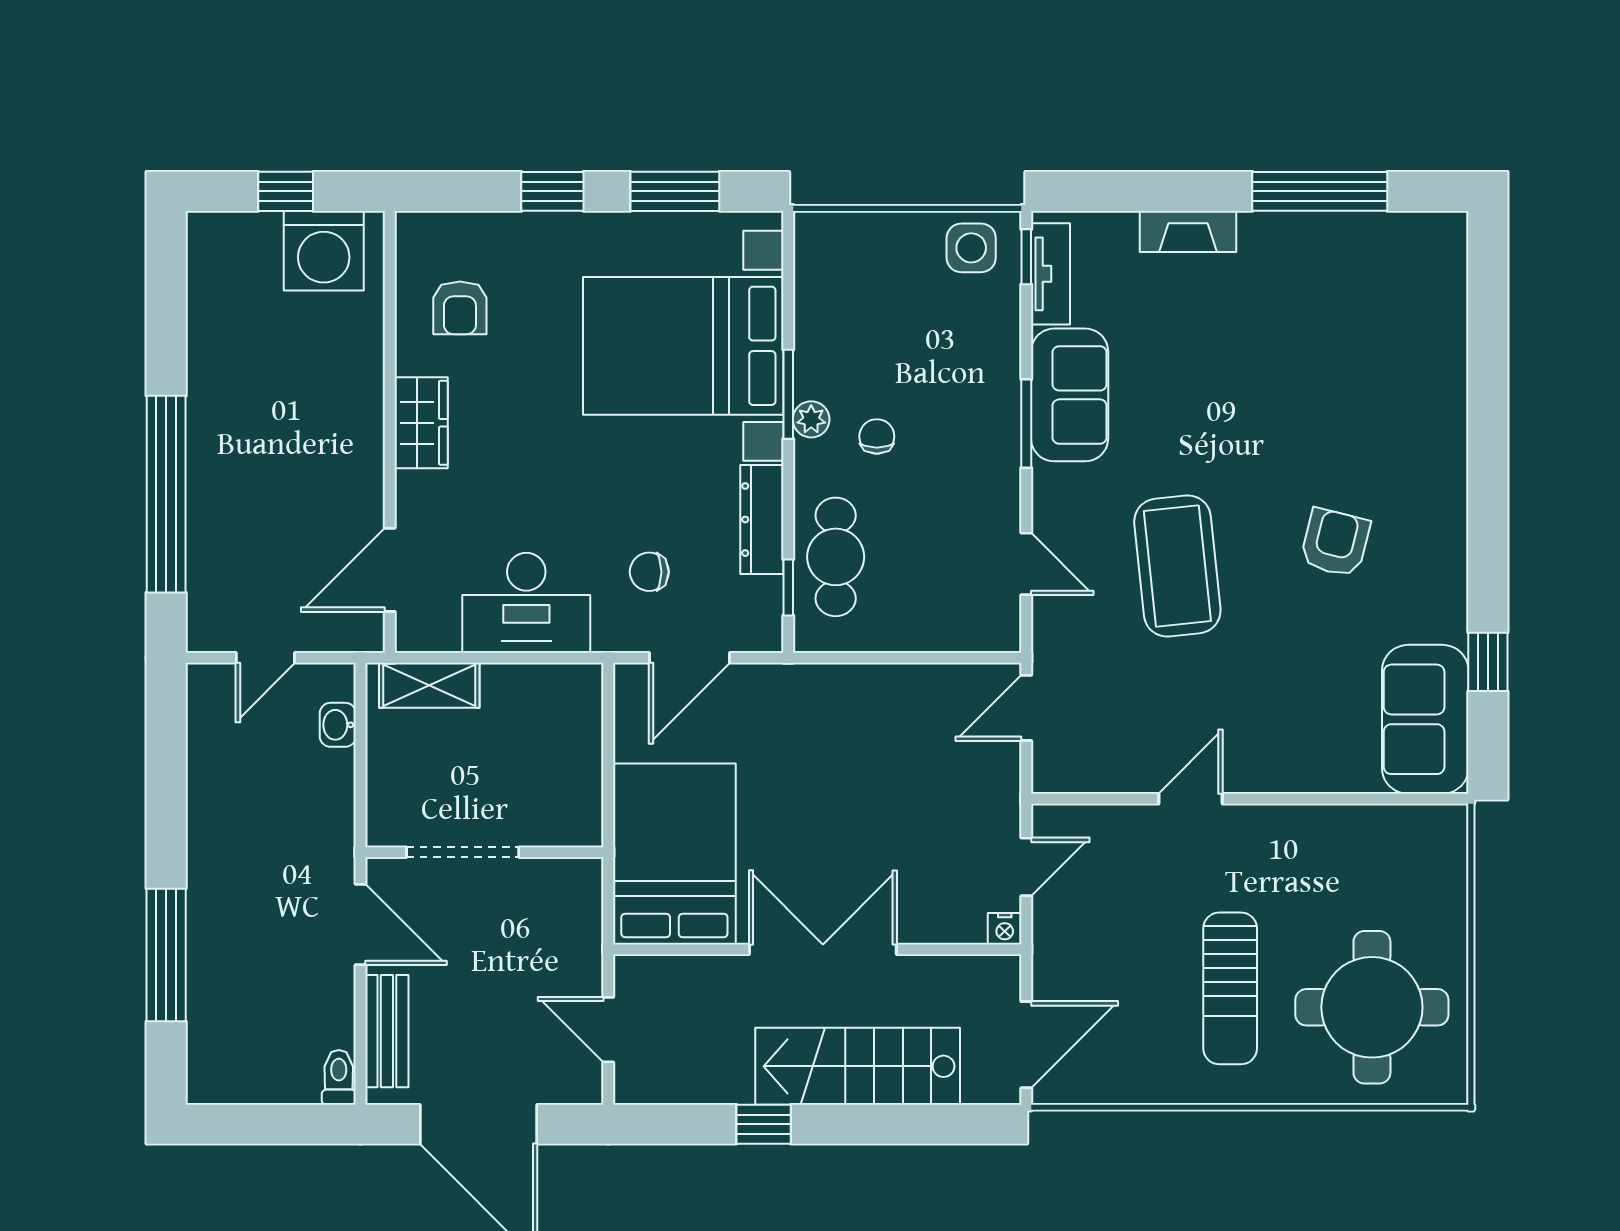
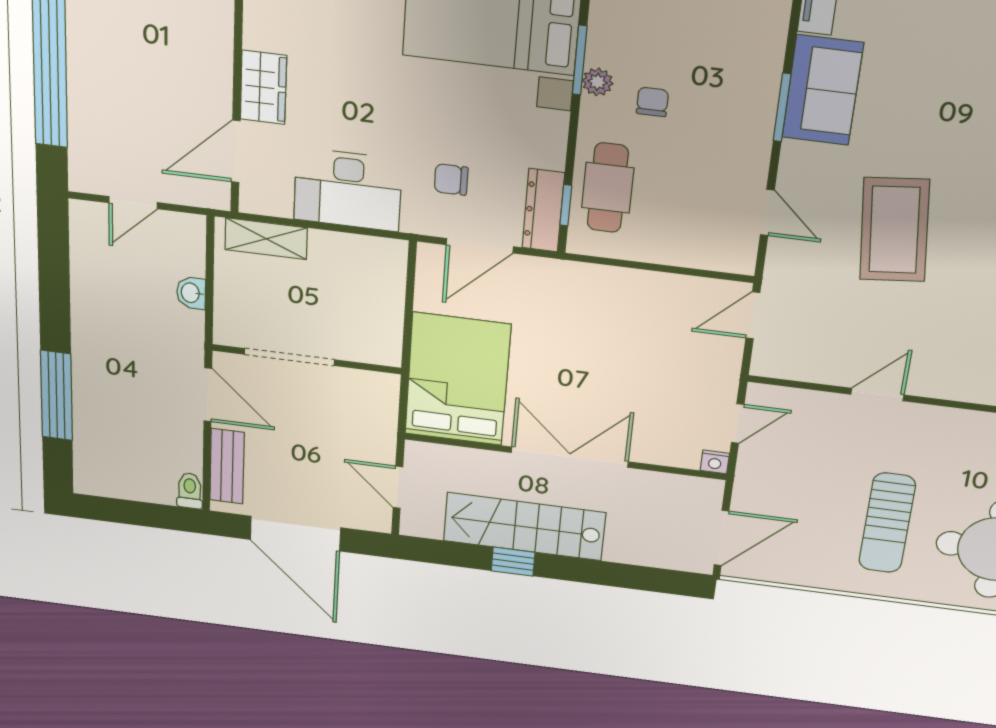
wardrobe: (421, 423) -> (263, 87), moved
dresser: (762, 520) -> (543, 210), moved
washbasin: (338, 725) -> (191, 293), moved
stairs: (858, 1066) -> (524, 527), moved

